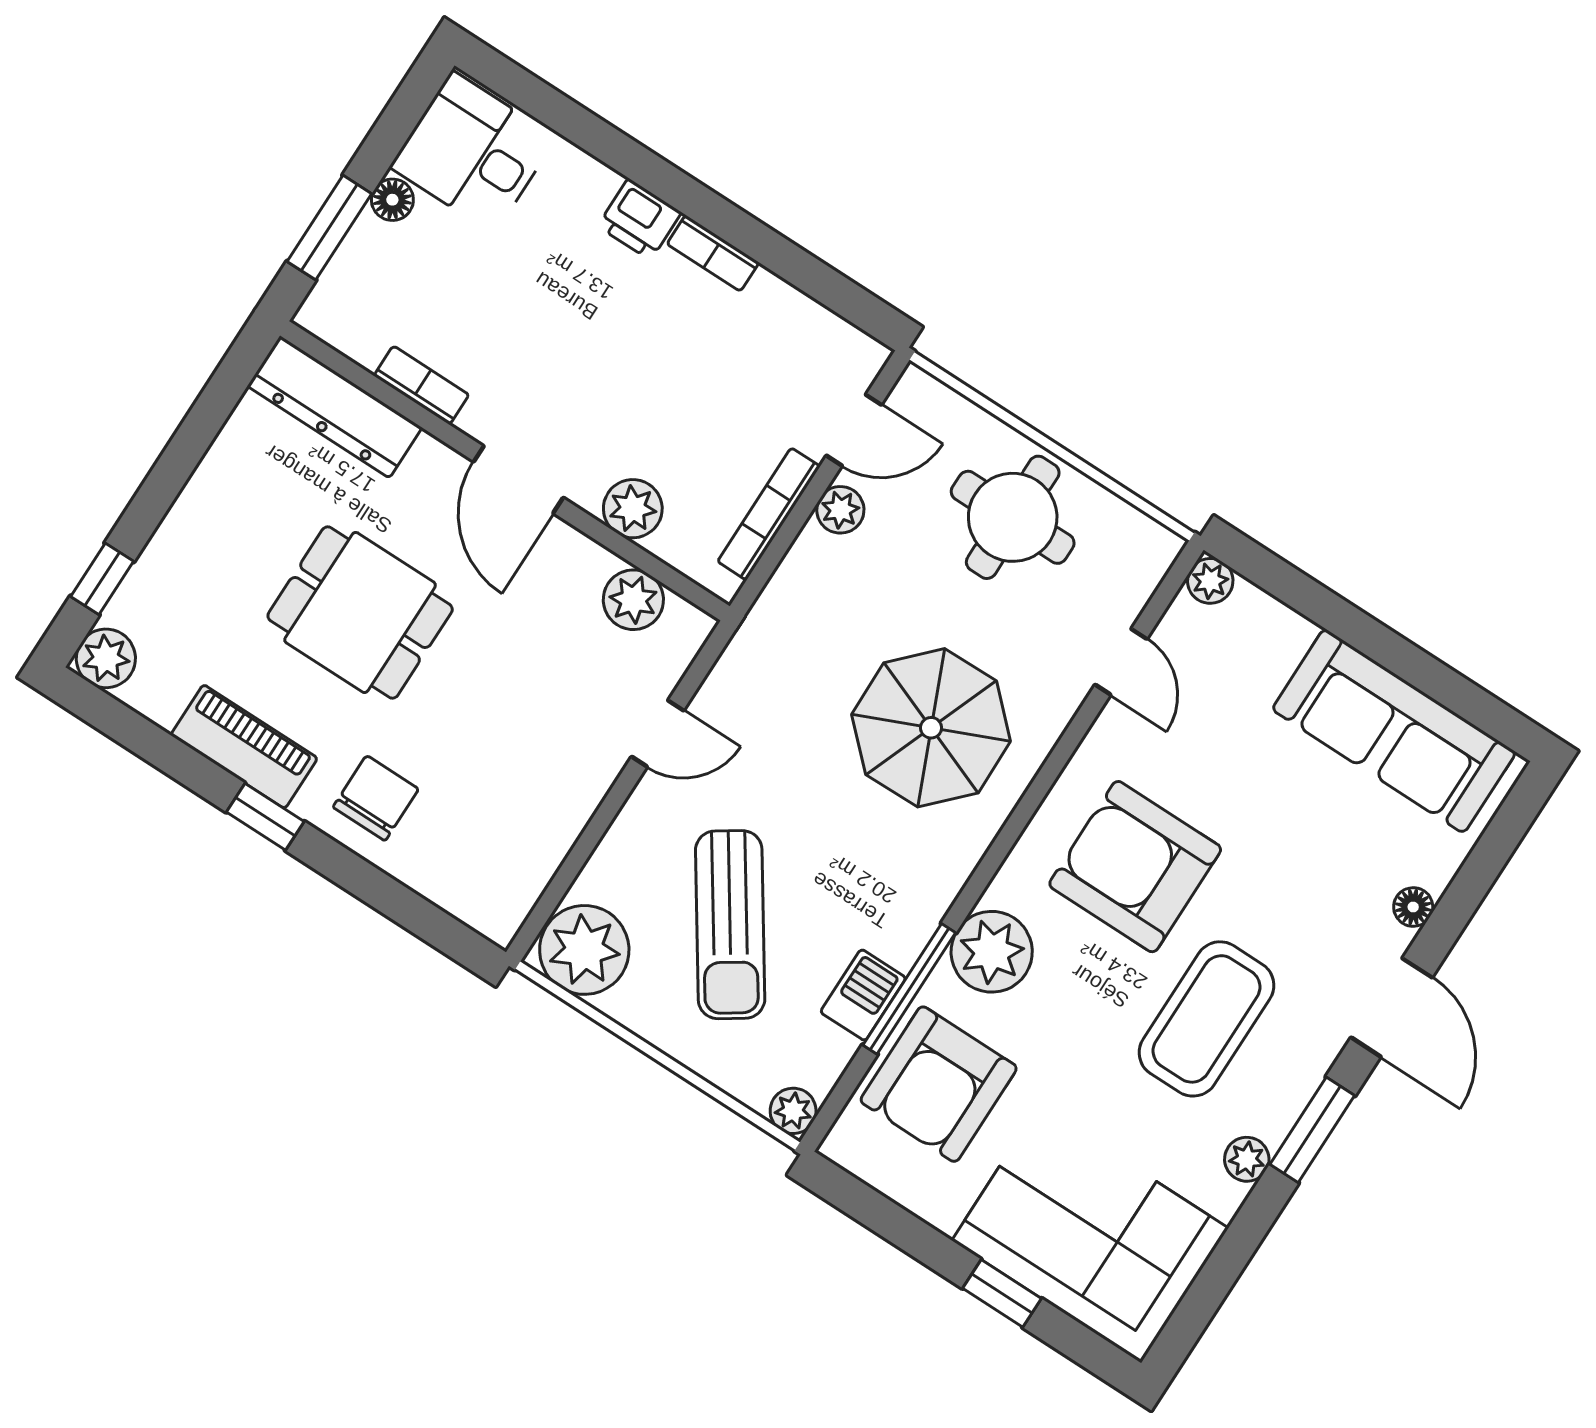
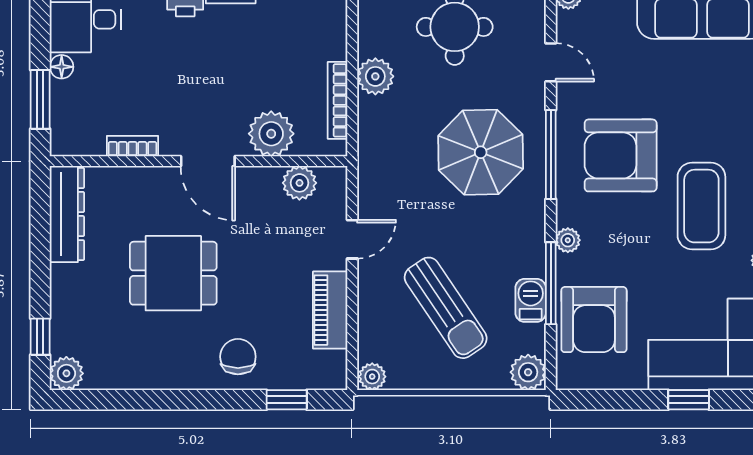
dresser: (335, 407) -> (67, 214), moved, turned -90
door: (854, 430) -> (352, 34), removed
plant: (633, 509) -> (271, 134), width x1.36, depth x1.36
plant: (840, 510) -> (375, 76), width x1.38, depth x1.38
piano: (244, 747) -> (330, 310), moved, turned -90
window: (1033, 798) -> (551, 154), added
window: (265, 817) -> (287, 400), moved
plant: (584, 950) -> (372, 377), width x0.53, depth x0.53
plant: (992, 952) -> (568, 240), width x0.53, depth x0.53
plant: (793, 1111) -> (528, 372), width x1.38, depth x1.38

